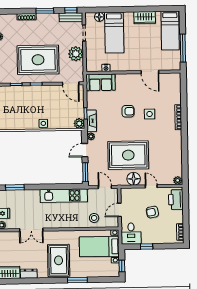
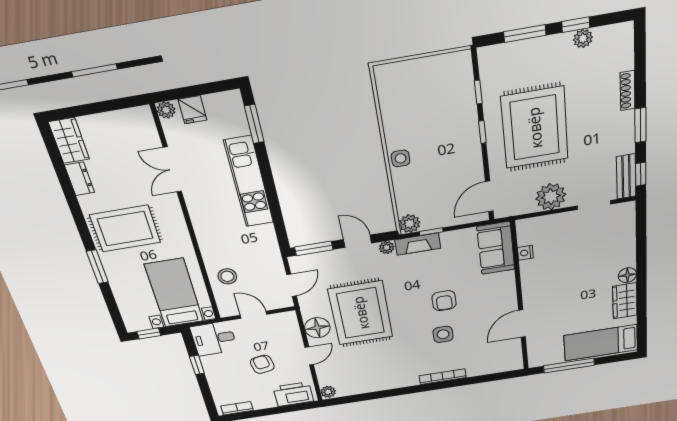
floor lamp: (99, 17) -> (627, 275), moved
bed: (114, 33) -> (596, 256), removed
kitchen unit: (64, 196) -> (249, 182), moved

